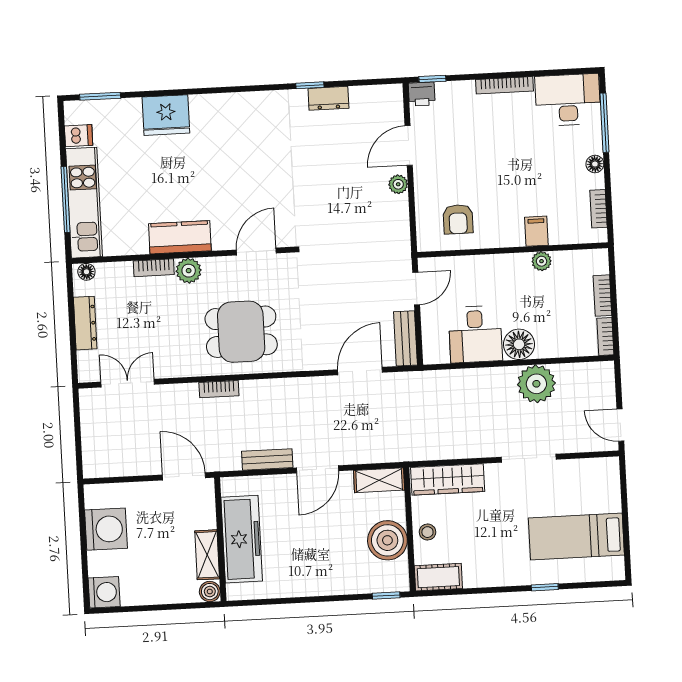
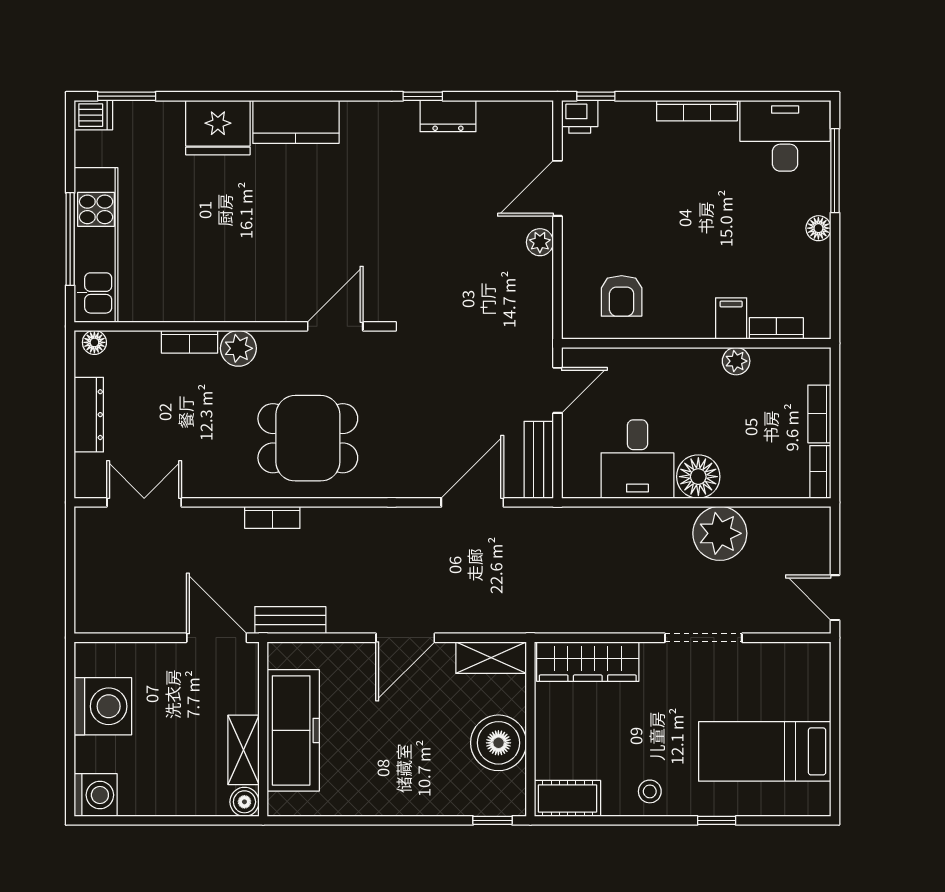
dishwasher: (79, 136) -> (93, 115), moved
bookcase: (598, 209) -> (776, 328), moved, turned 90
kitchen counter: (180, 237) -> (296, 122), moved, turned 180
bench: (267, 459) -> (290, 620), moved
stool: (427, 532) -> (650, 791), moved

